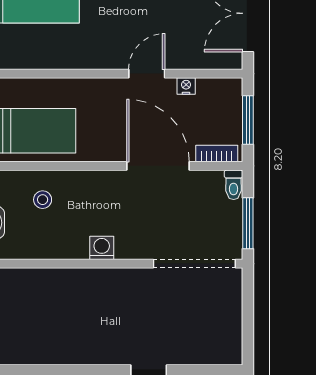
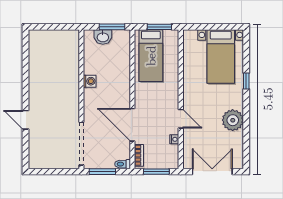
door: (158, 166) -> (132, 125), swing flipped
stool: (43, 200) -> (115, 64), removed
washing machine: (102, 248) -> (90, 81), moved

